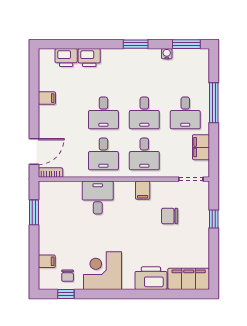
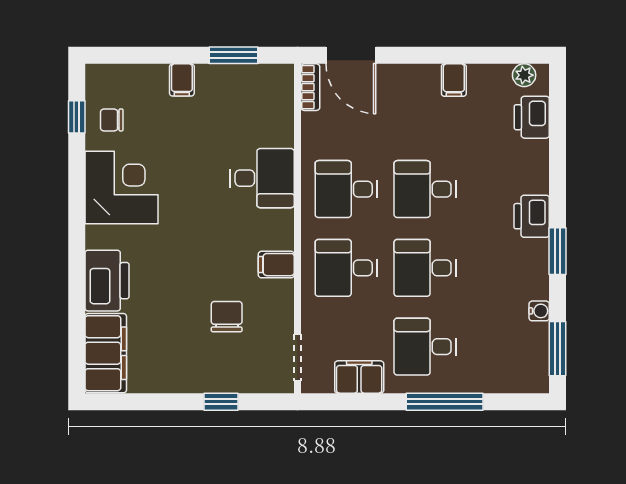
printer: (89, 58) -> (532, 216), moved
plant: (44, 62) -> (524, 75), added
filing cabinet: (47, 261) -> (182, 80), moved

